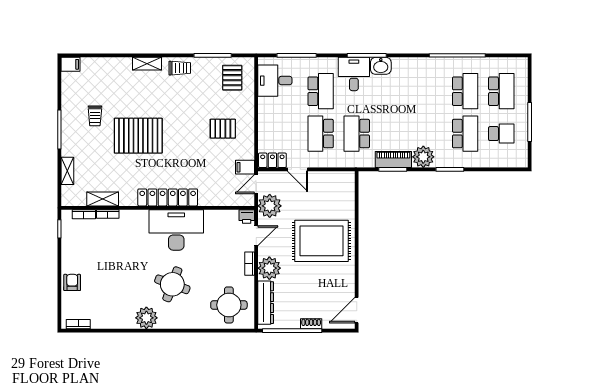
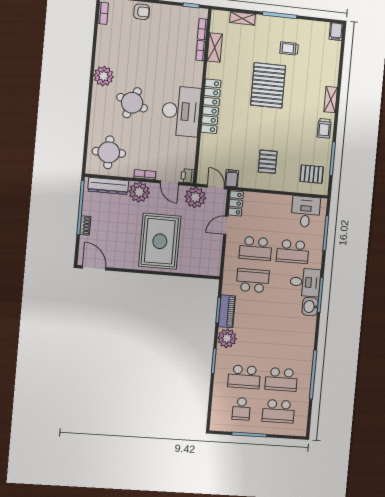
school desk: (321, 134) -> (256, 248), turned 180

